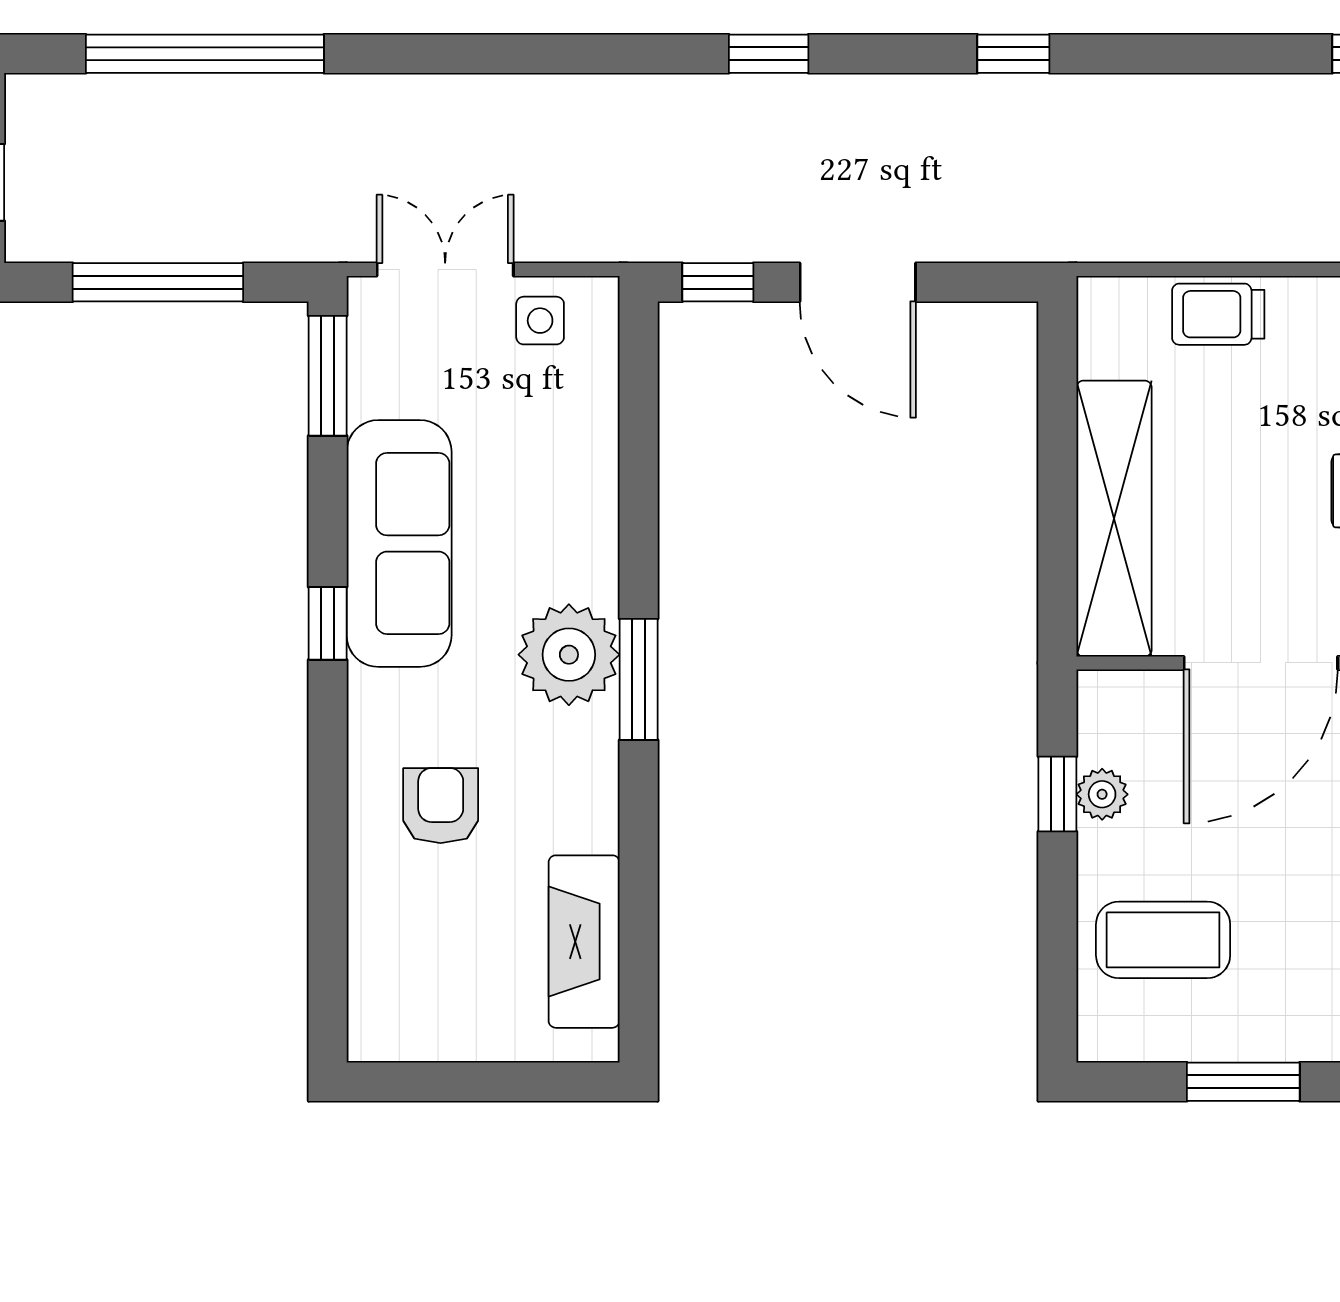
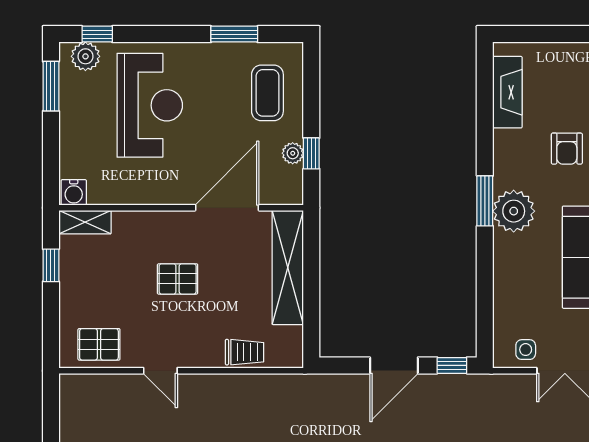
door: (858, 282) -> (394, 365), swing flipped
coffee table: (1163, 940) -> (267, 93), turned 90

